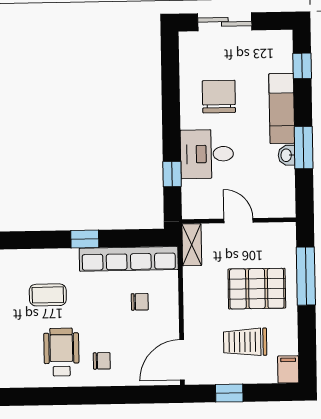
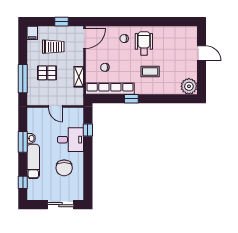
shelving: (192, 245) -> (79, 77), moved
pallet: (257, 289) -> (47, 73), width x0.67, depth x0.71
wheelchair: (61, 352) -> (144, 43), turned 180

